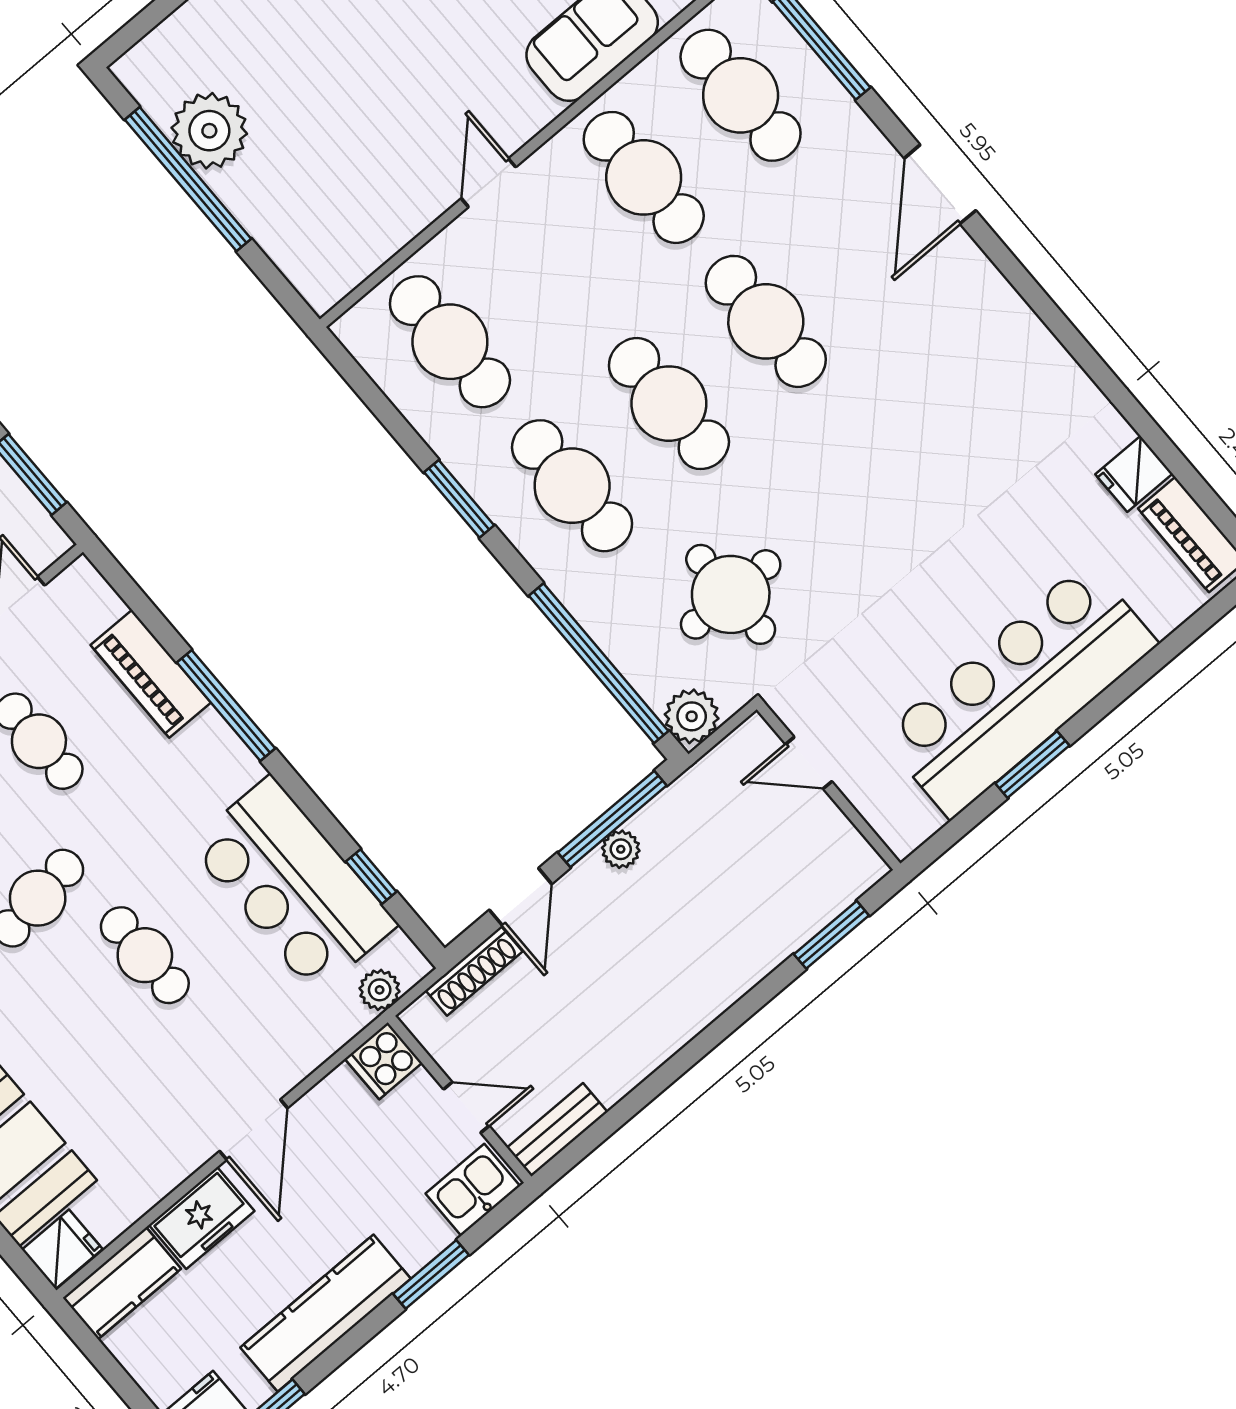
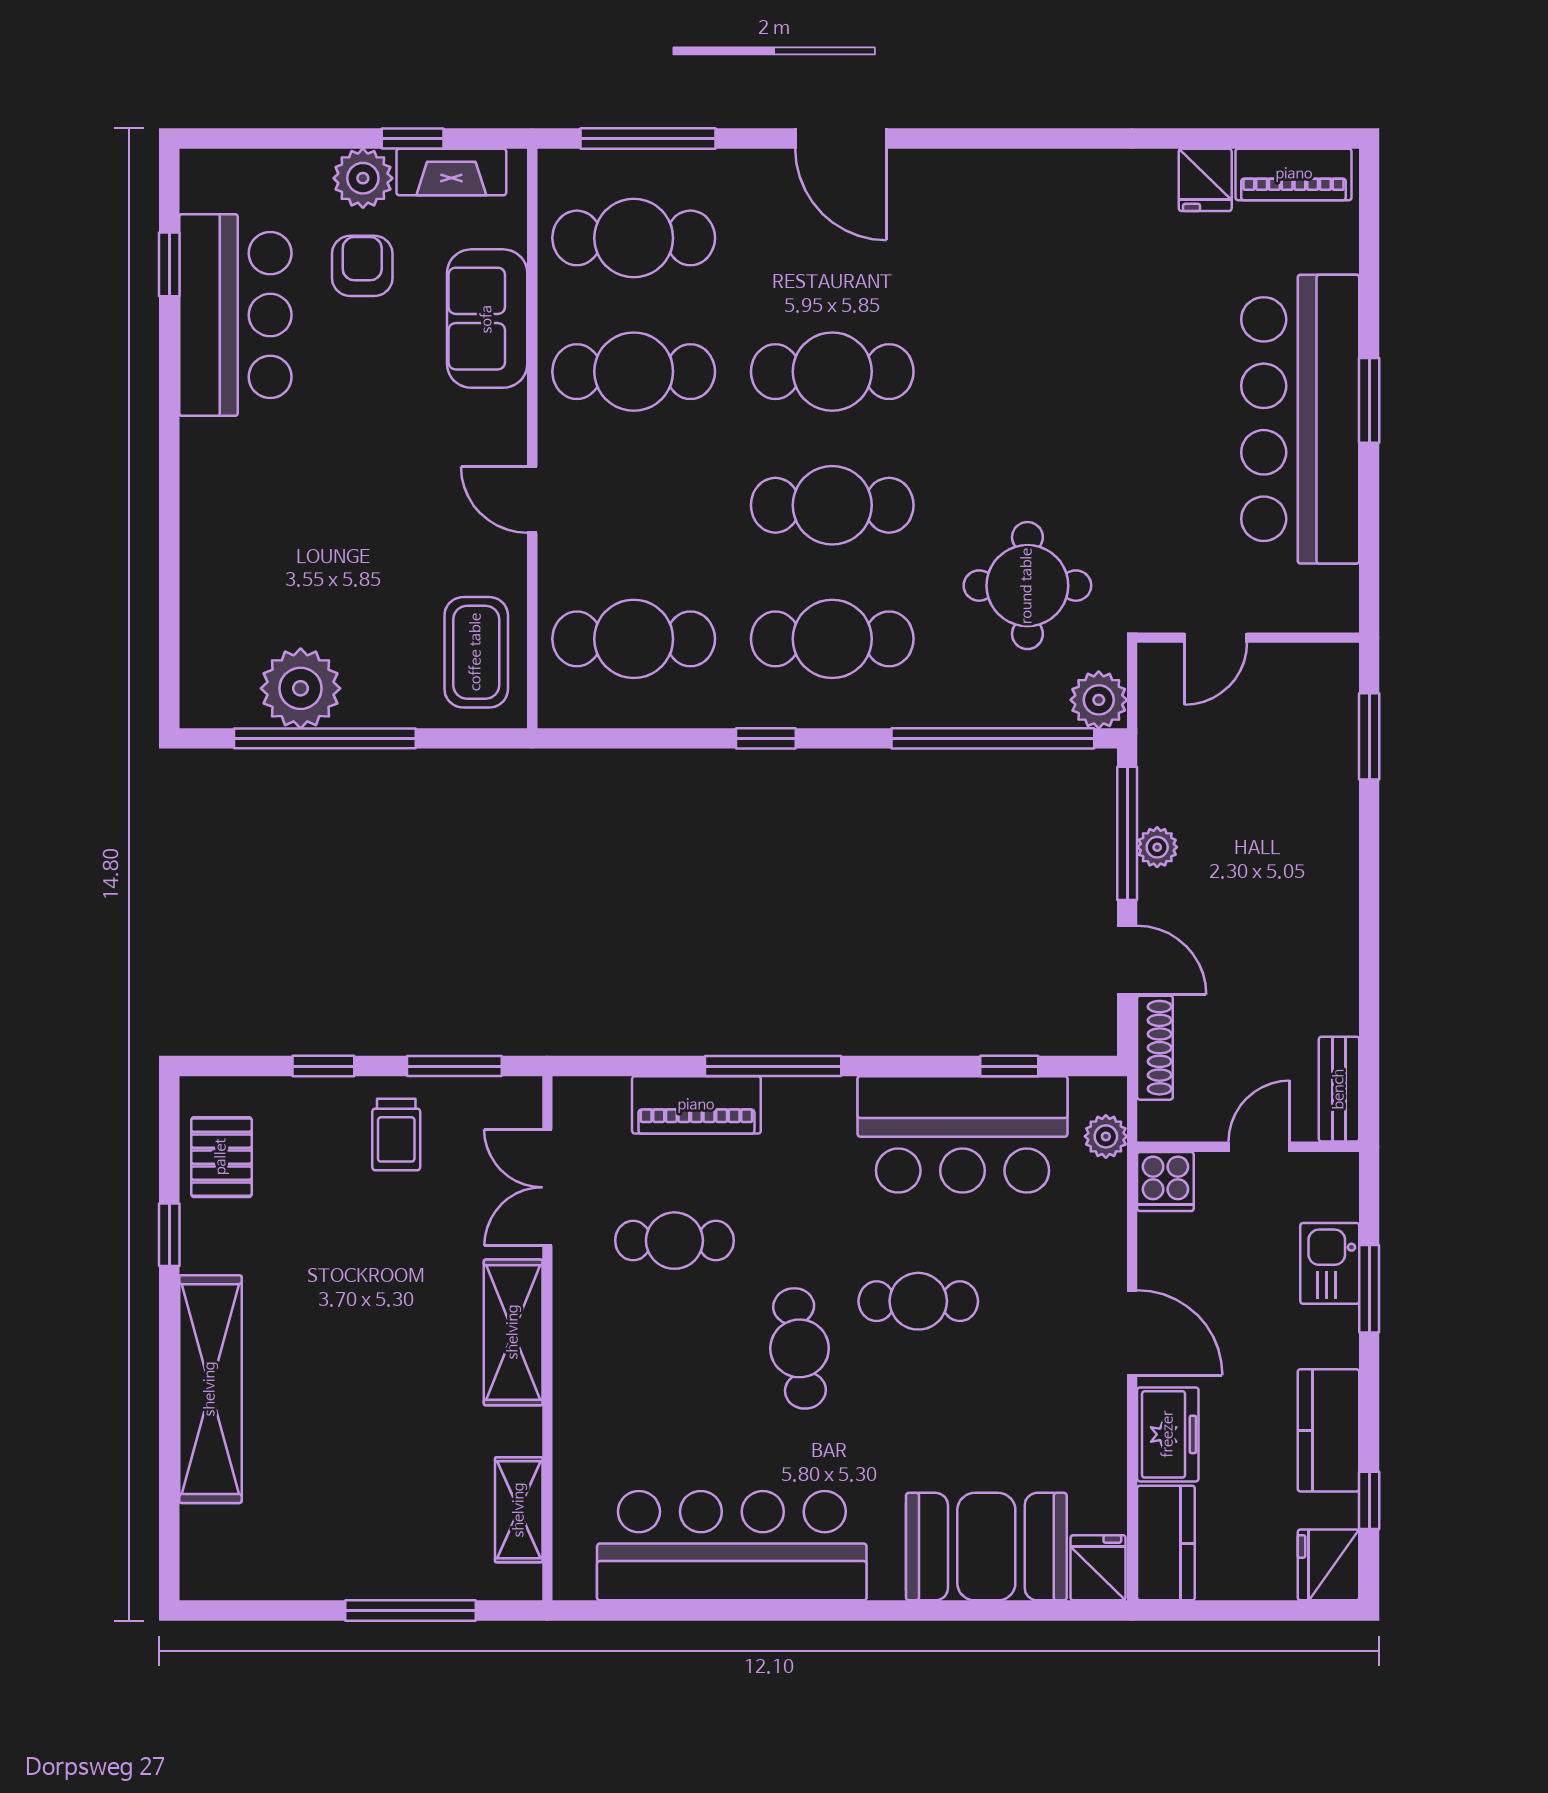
coffee table: (343, 236) -> (476, 652), added
window: (459, 499) -> (766, 738), width x0.67
window: (1032, 764) -> (1369, 400), moved
kitchen sink: (473, 1190) -> (1330, 1263), moved
kitchen counter: (326, 1313) -> (1328, 1430), width x0.67

